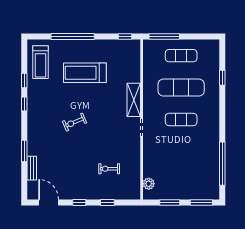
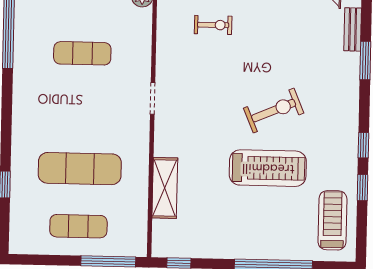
treadmill: (85, 73) -> (268, 168), moved
shelving: (134, 100) -> (165, 188), moved
exercise mat: (181, 119) -> (82, 53), moved
exercise bike: (74, 122) -> (274, 111), width x1.38, depth x1.39

